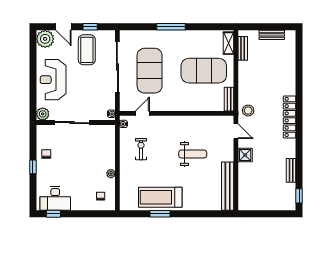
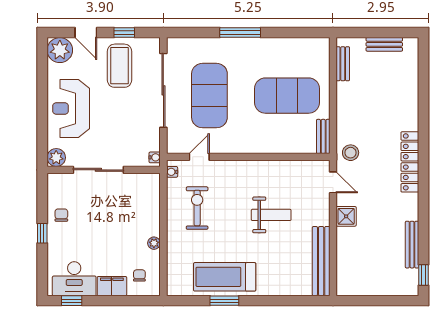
shelving: (229, 43) -> (322, 56), removed
exercise bike: (141, 149) -> (197, 208), width x1.38, depth x1.39
bench: (291, 170) -> (412, 245), width x1.36
filing cabinet: (82, 204) -> (112, 286), added

